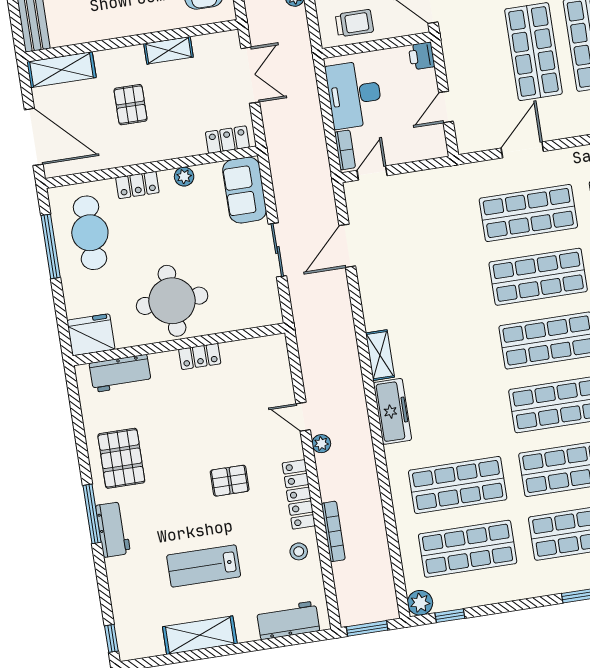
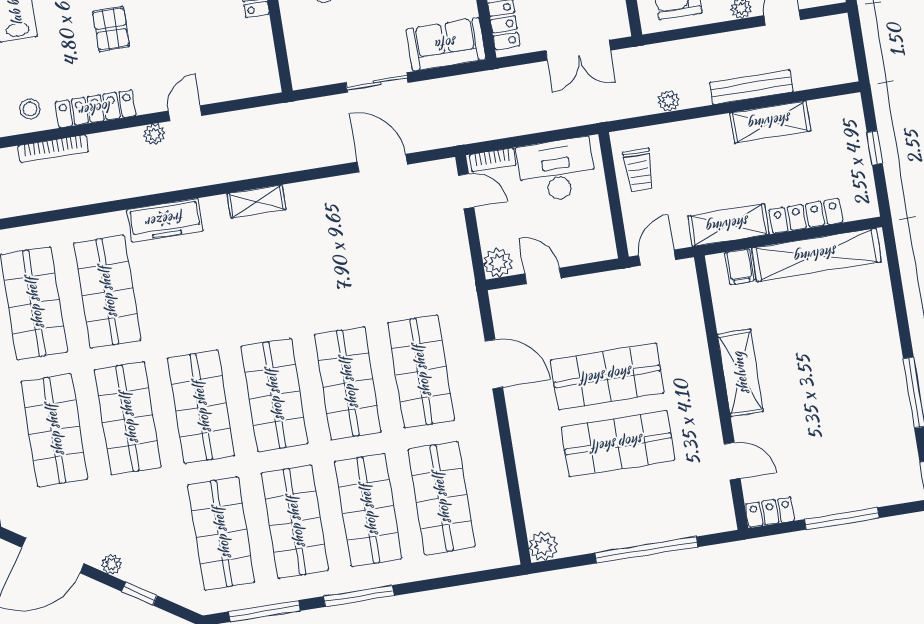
printer: (422, 56) -> (601, 248), removed
plant: (434, 146) -> (498, 263), added
freezer: (392, 411) -> (165, 220), moved

